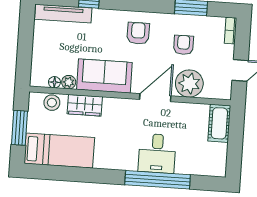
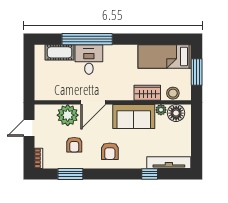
floor lamp: (54, 82) -> (176, 113), width x1.89, depth x1.89
cot: (219, 123) -> (60, 52), moved, turned 90

